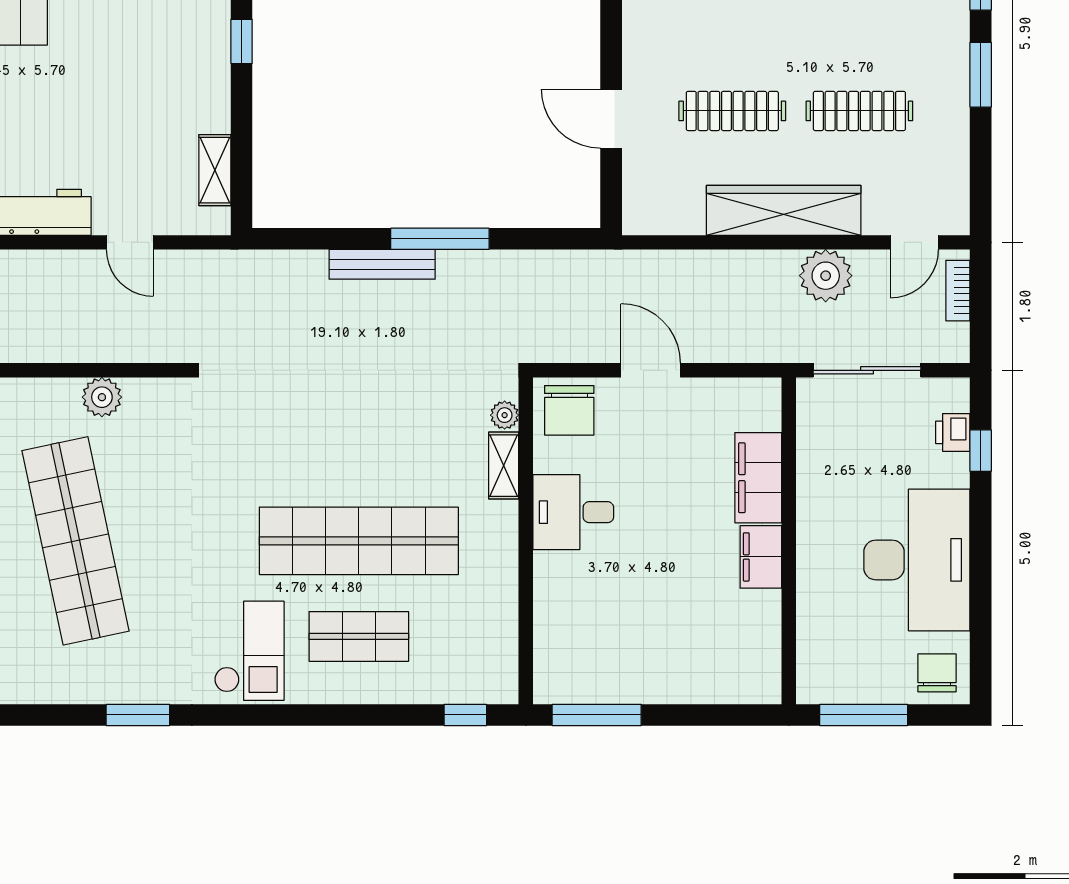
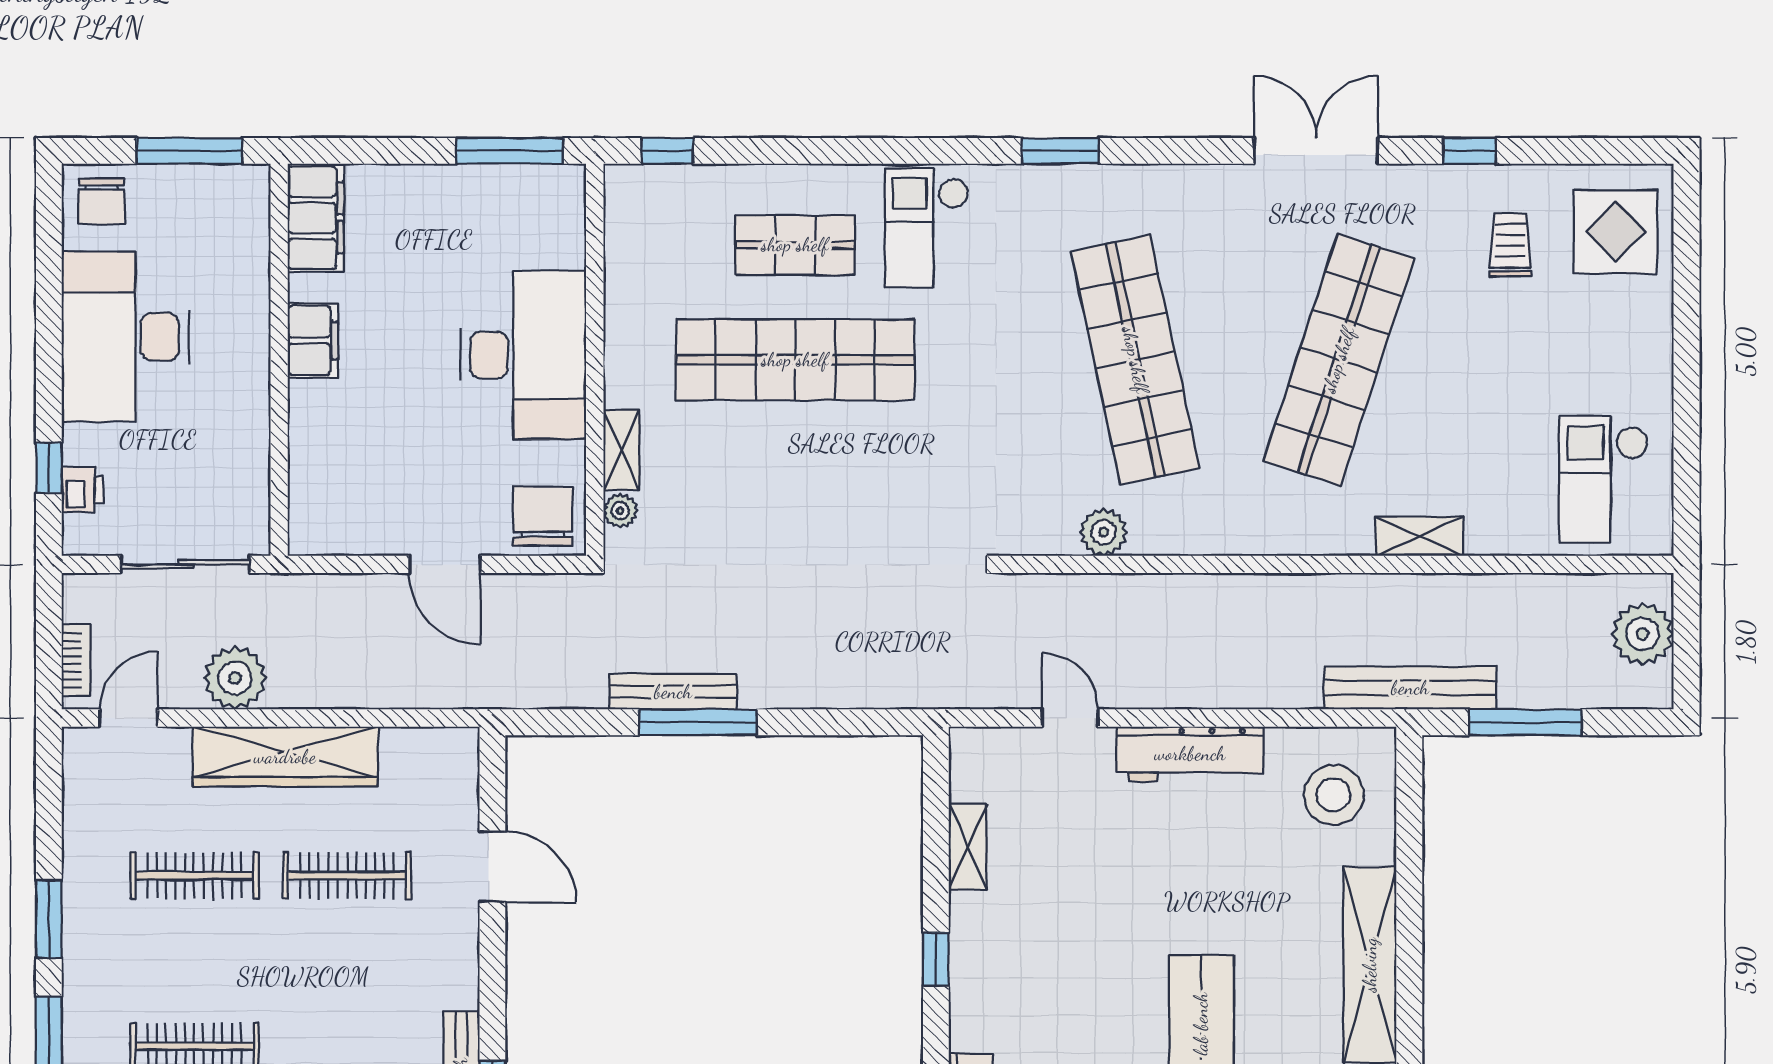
shelving: (215, 170) -> (968, 847), moved
bench: (382, 264) -> (673, 692), moved
filing cabinet: (758, 478) -> (316, 218), moved
desk: (573, 512) -> (523, 355), width x1.87, depth x1.30

